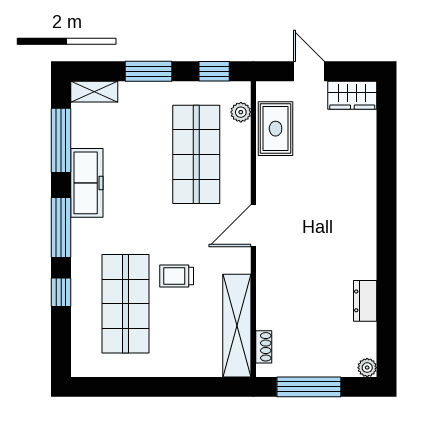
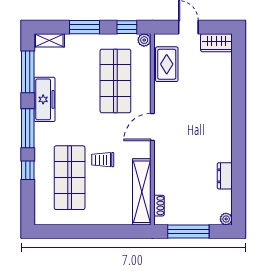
plant: (241, 112) -> (144, 40), moved

